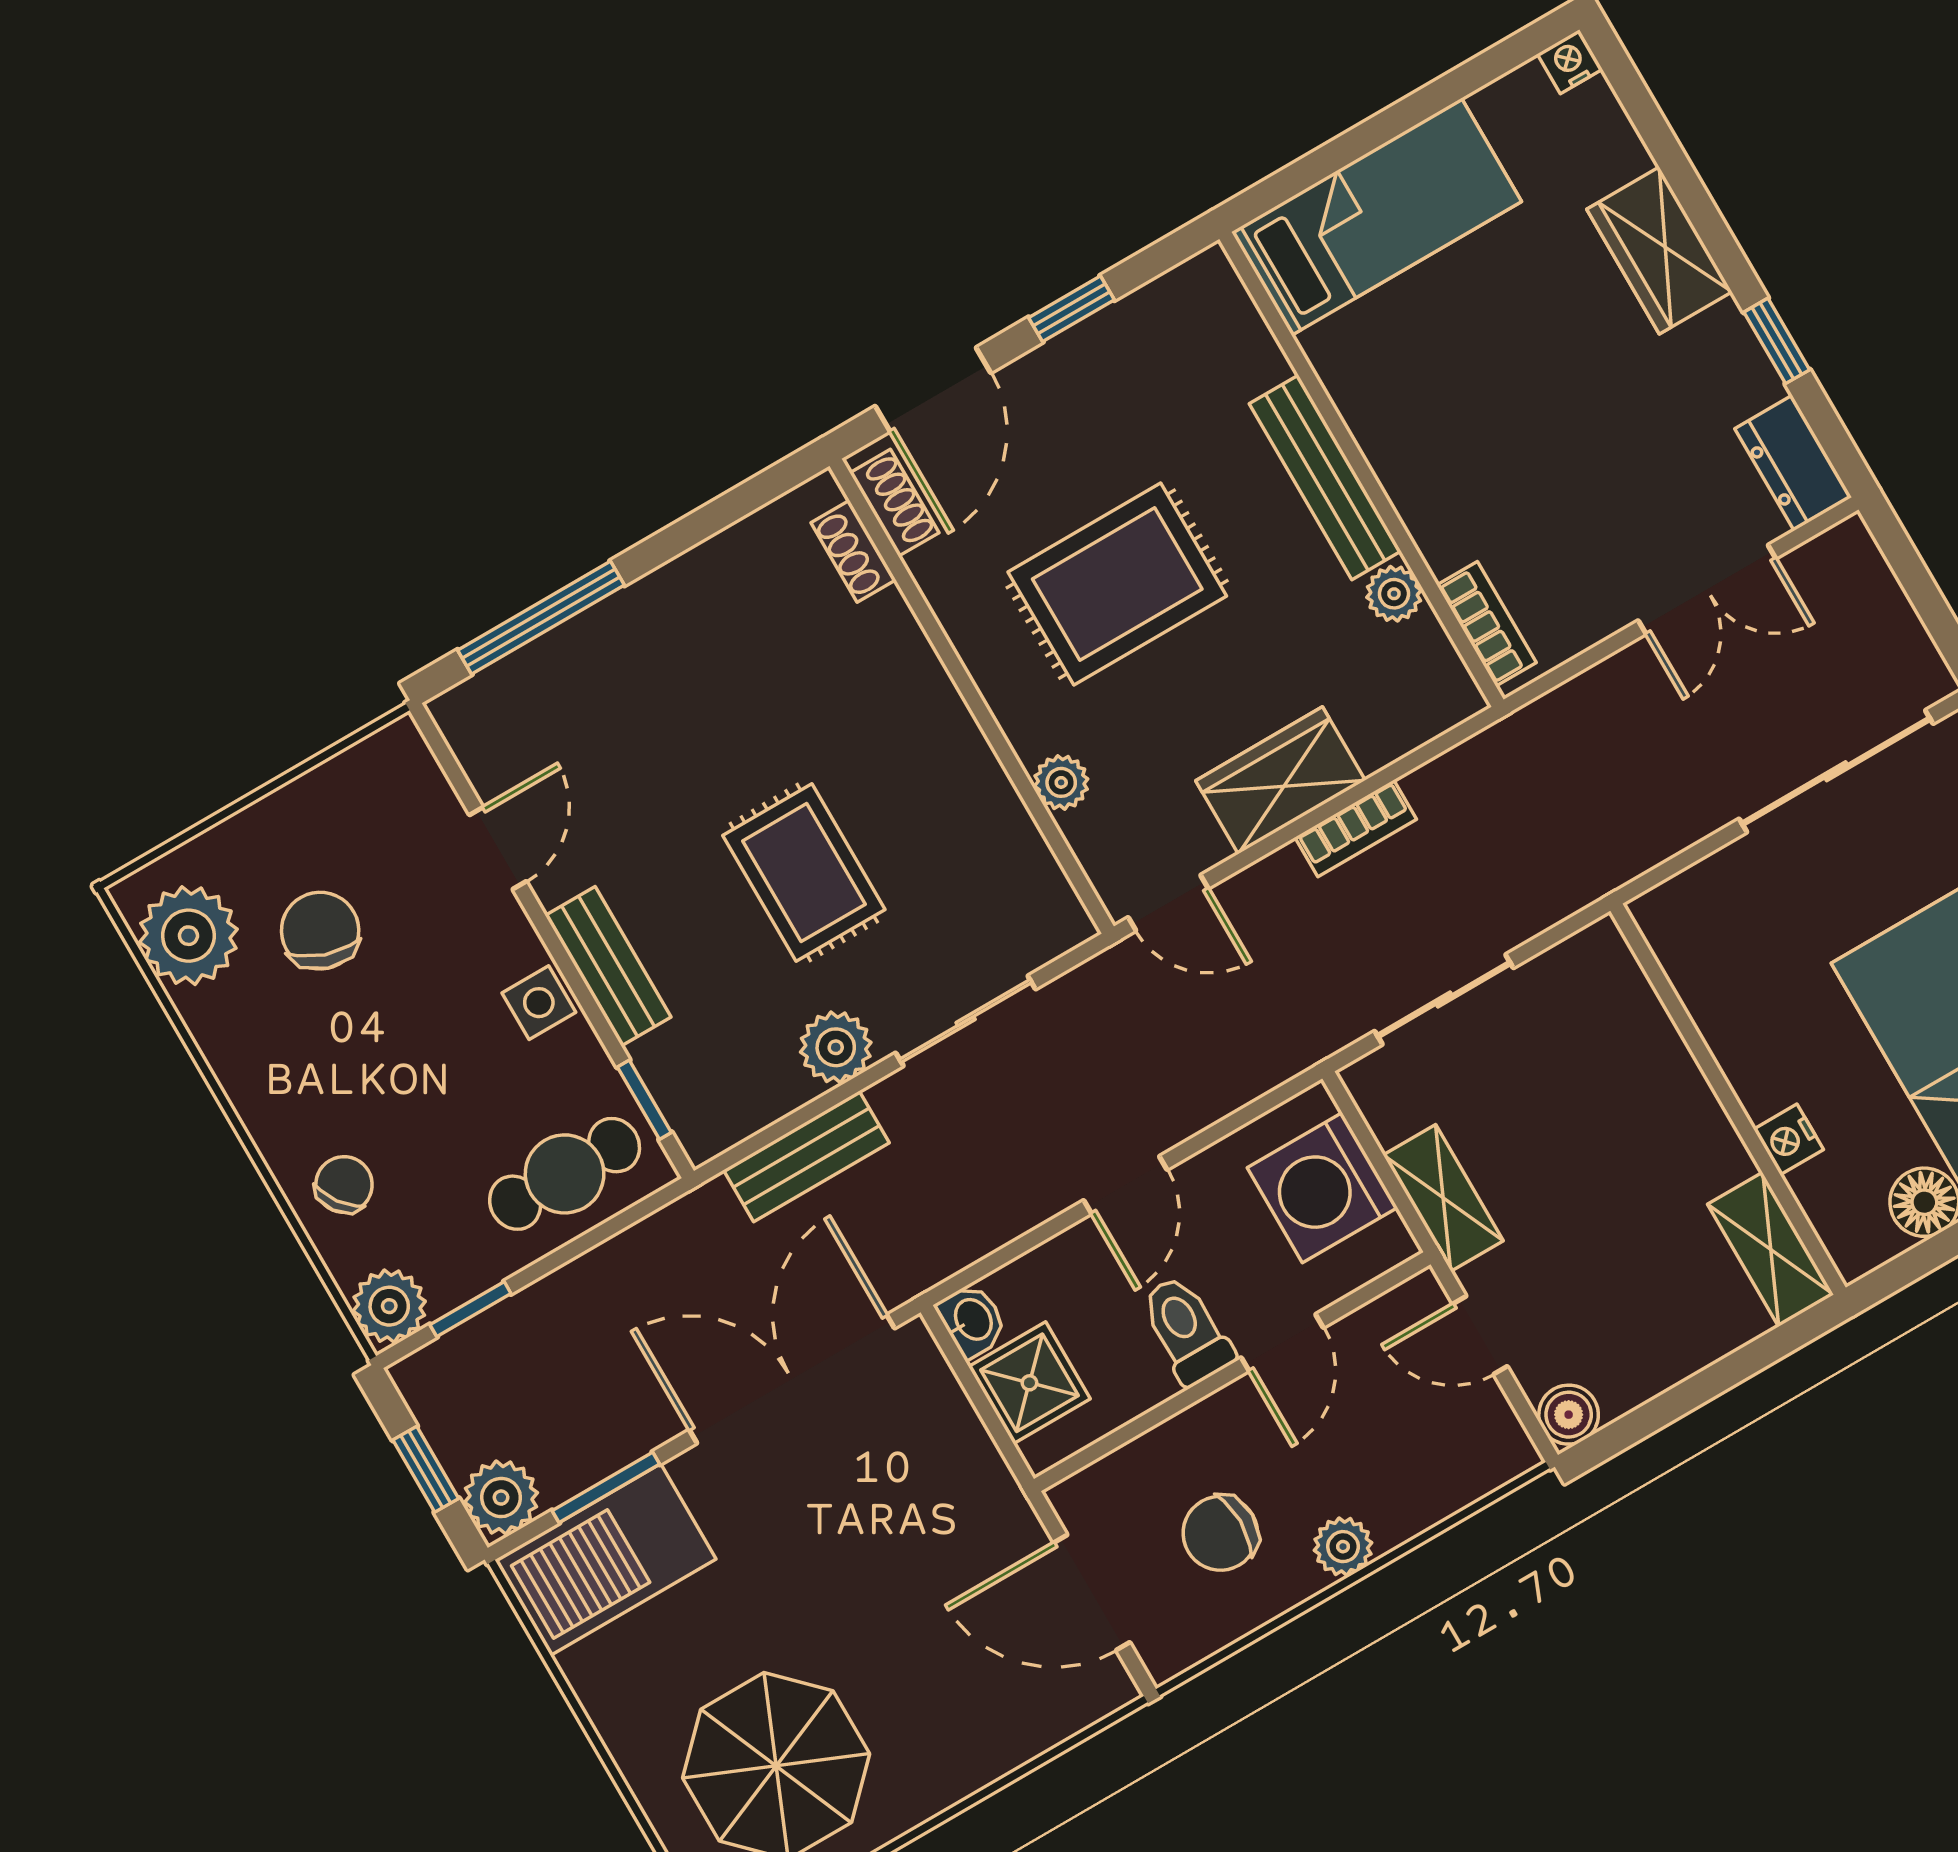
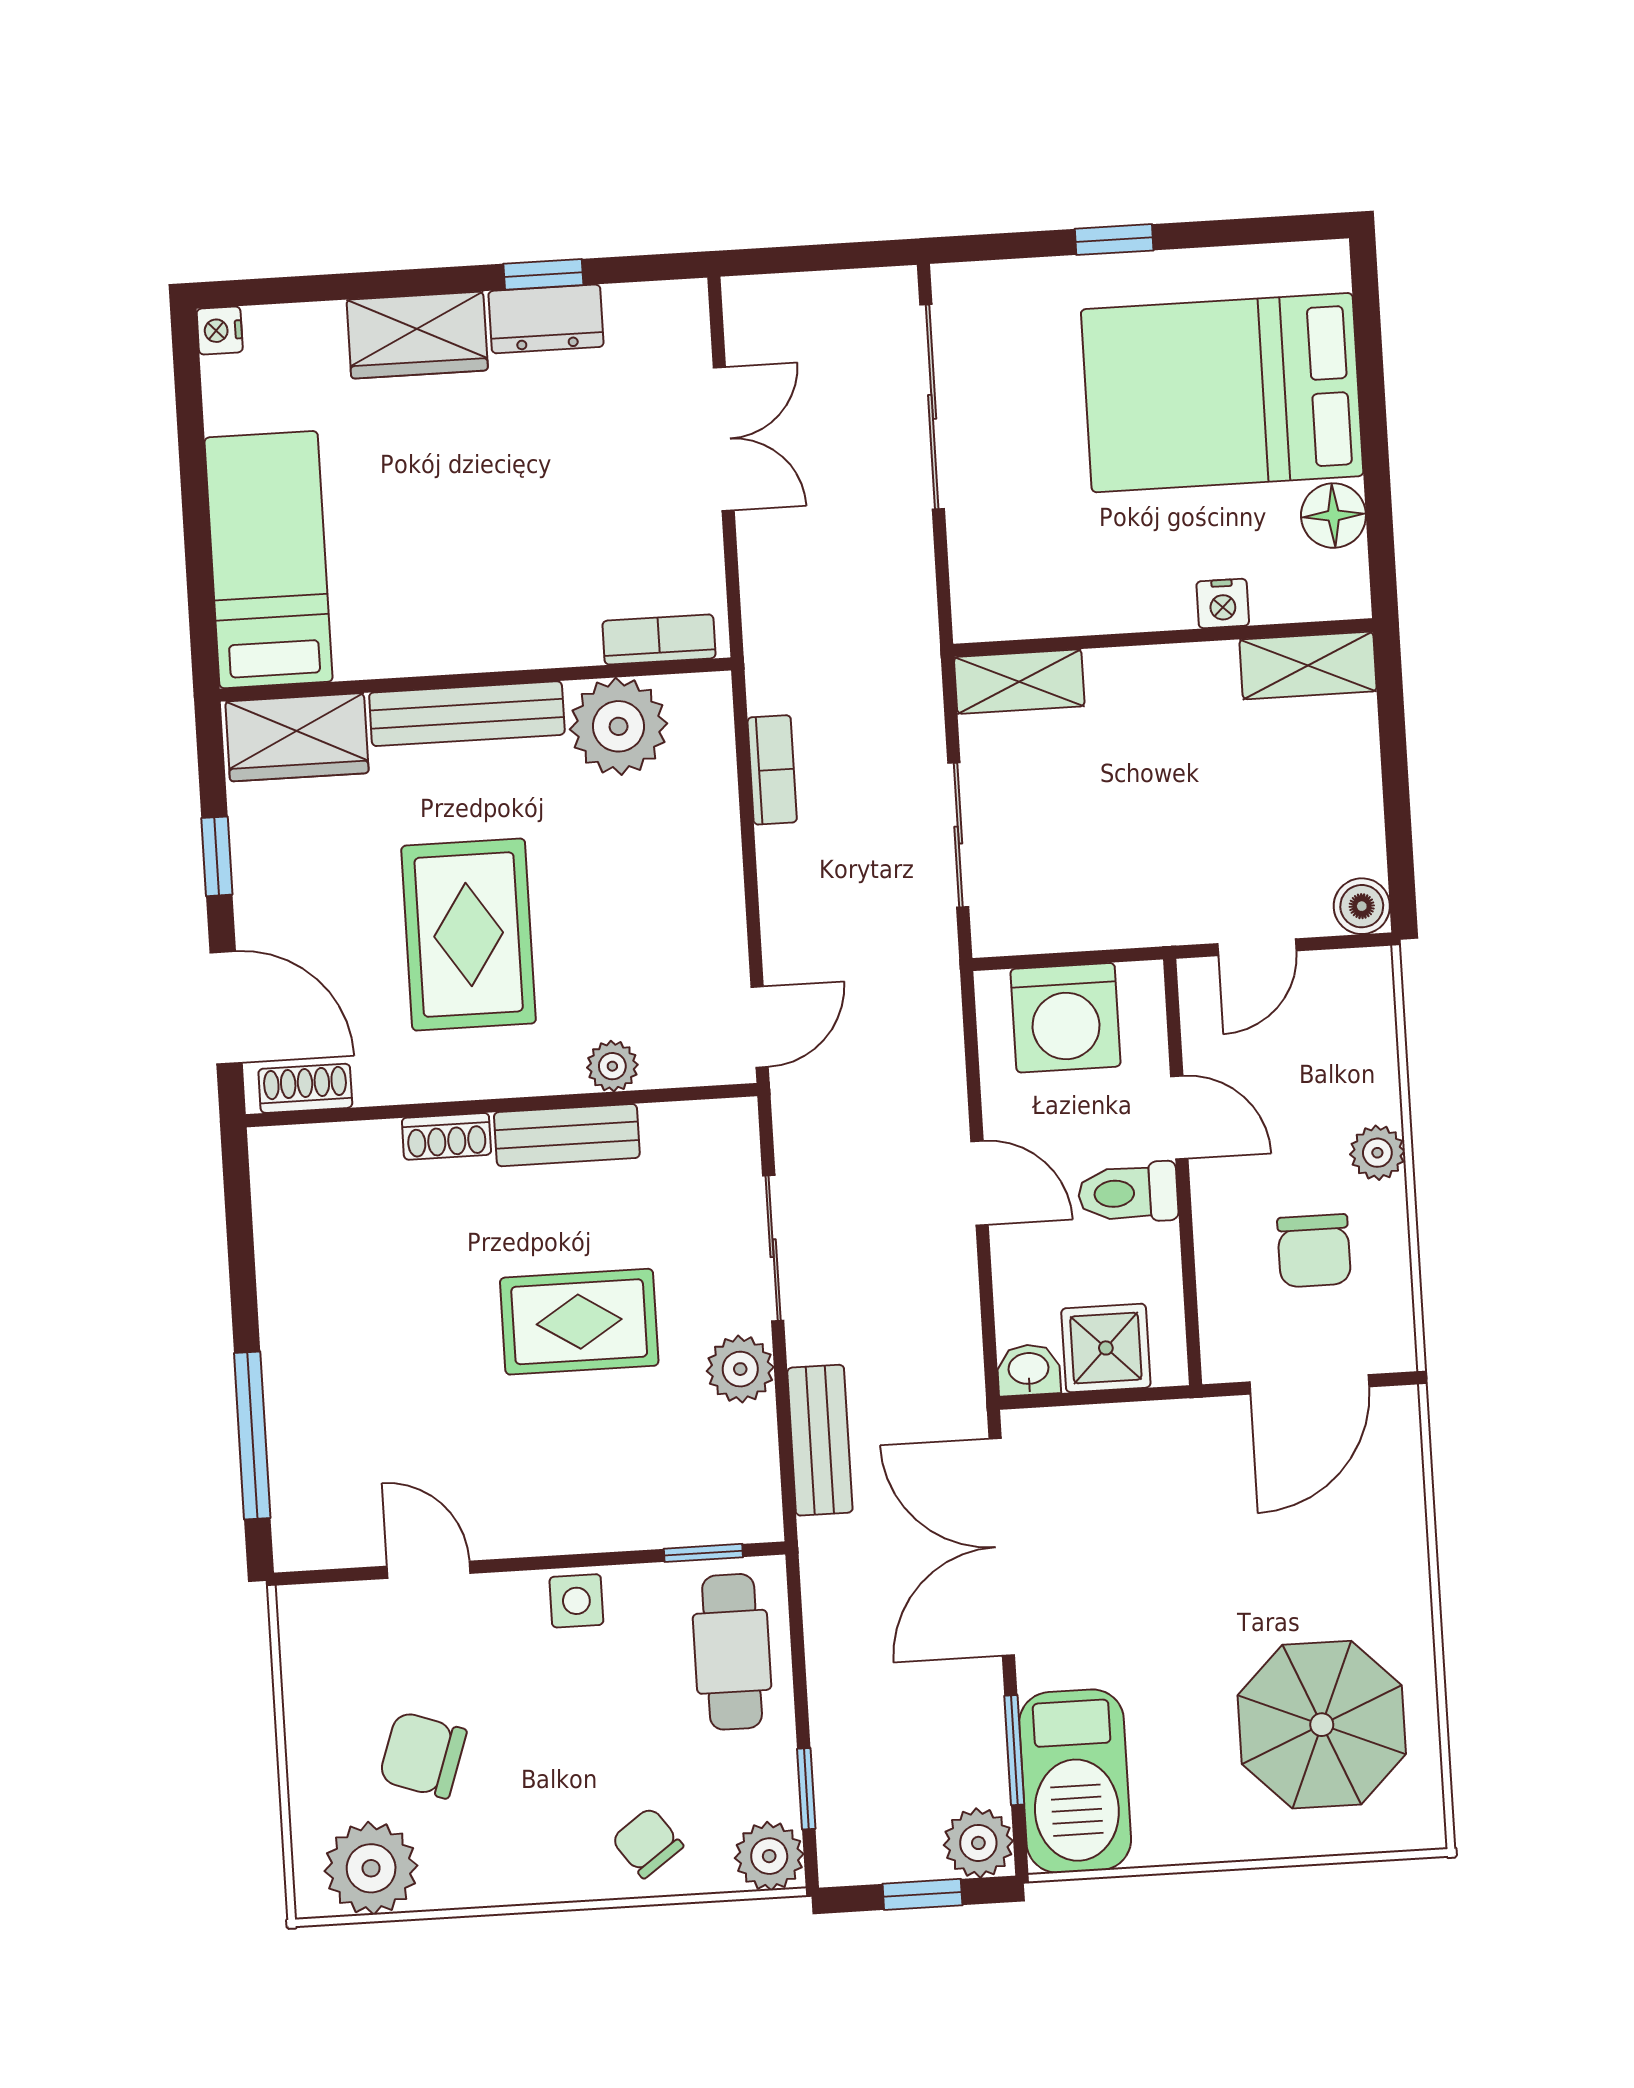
dresser: (1793, 463) -> (546, 319), moved
shoe rack: (853, 551) -> (446, 1136), moved
plant: (1394, 594) -> (619, 726), width x1.88, depth x1.88
wardrobe: (1280, 780) -> (297, 737), moved, turned -90
bookcase: (1356, 828) -> (772, 770), moved
bench: (608, 966) -> (567, 1135), moved
shelving: (1443, 1198) -> (1019, 682), moved

